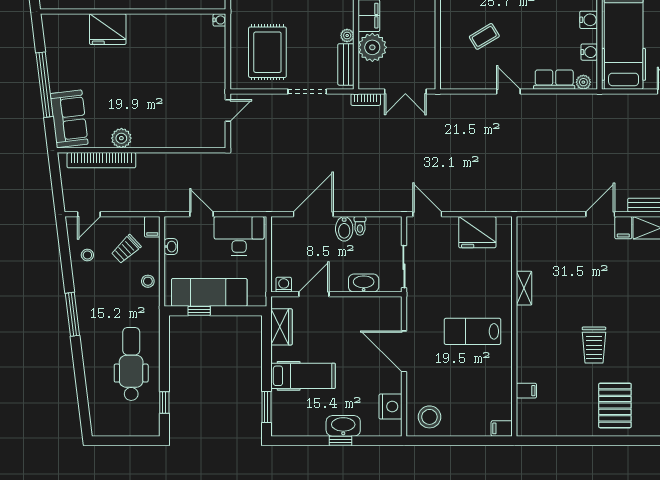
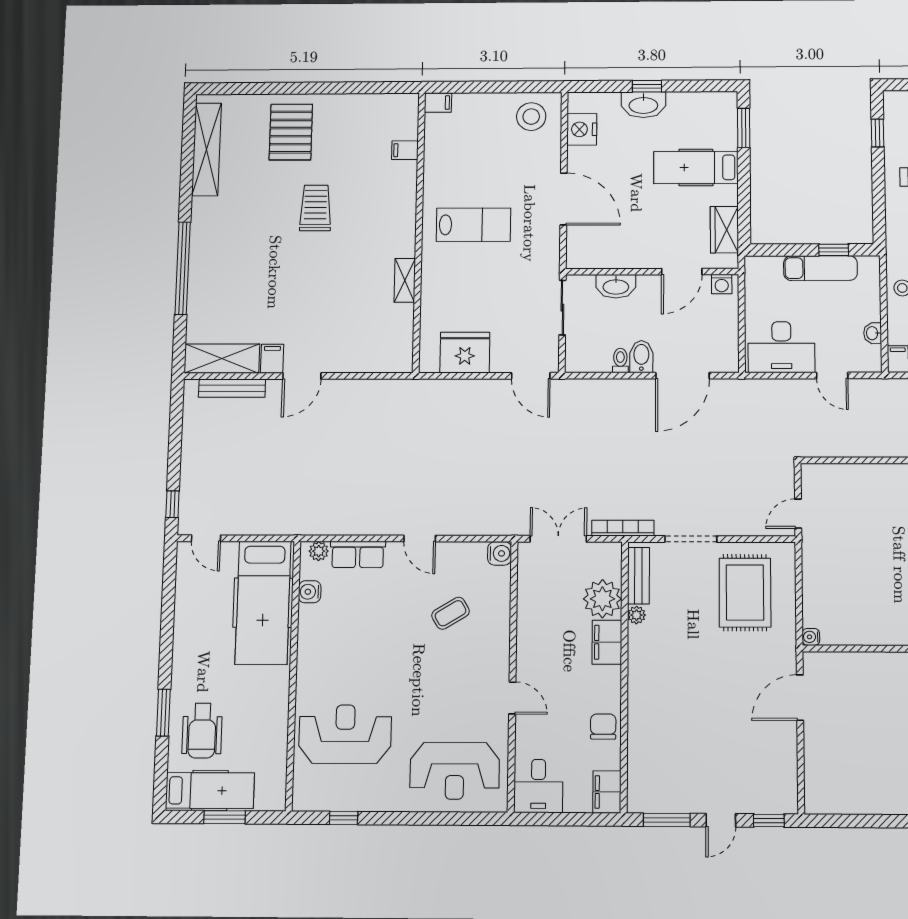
water cooler: (589, 20) -> (500, 553), moved, turned 180
bookcase: (366, 100) -> (623, 528), width x1.56
exam couch: (209, 292) -> (820, 268), width x0.73, depth x0.69

